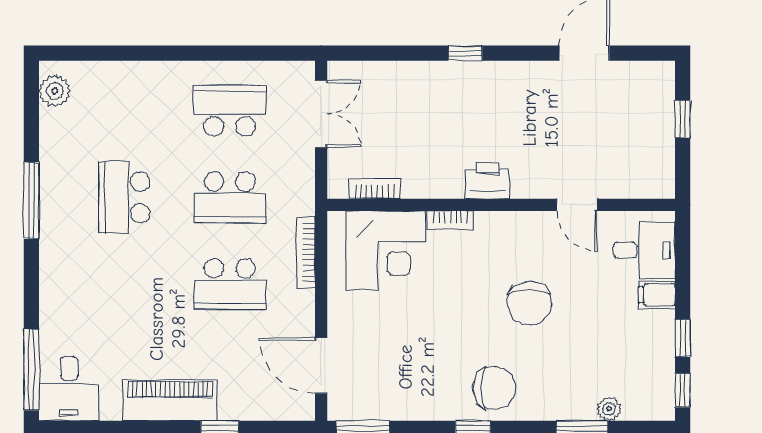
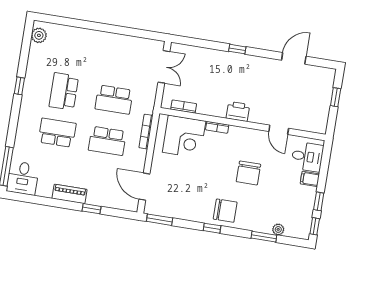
school desk: (230, 111) -> (57, 133), moved
window: (31, 201) -> (19, 86), width x0.46
piano: (170, 400) -> (70, 194), width x0.73, depth x0.75

